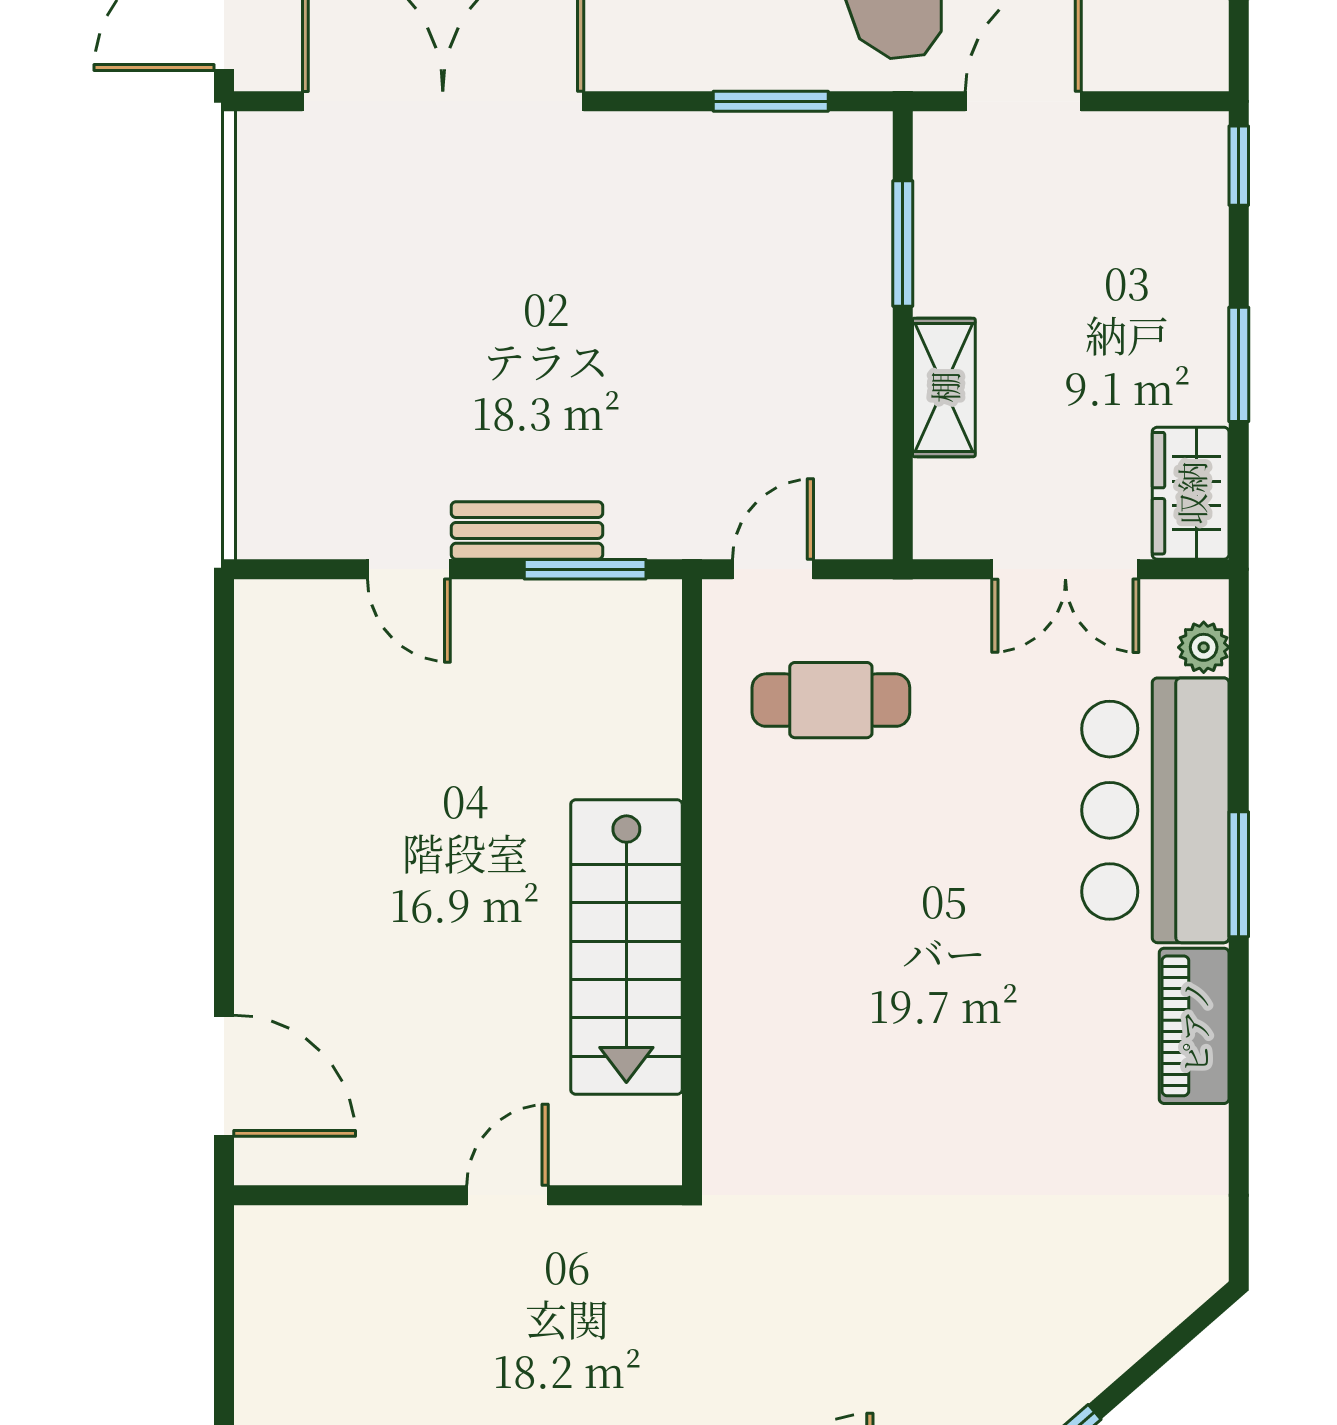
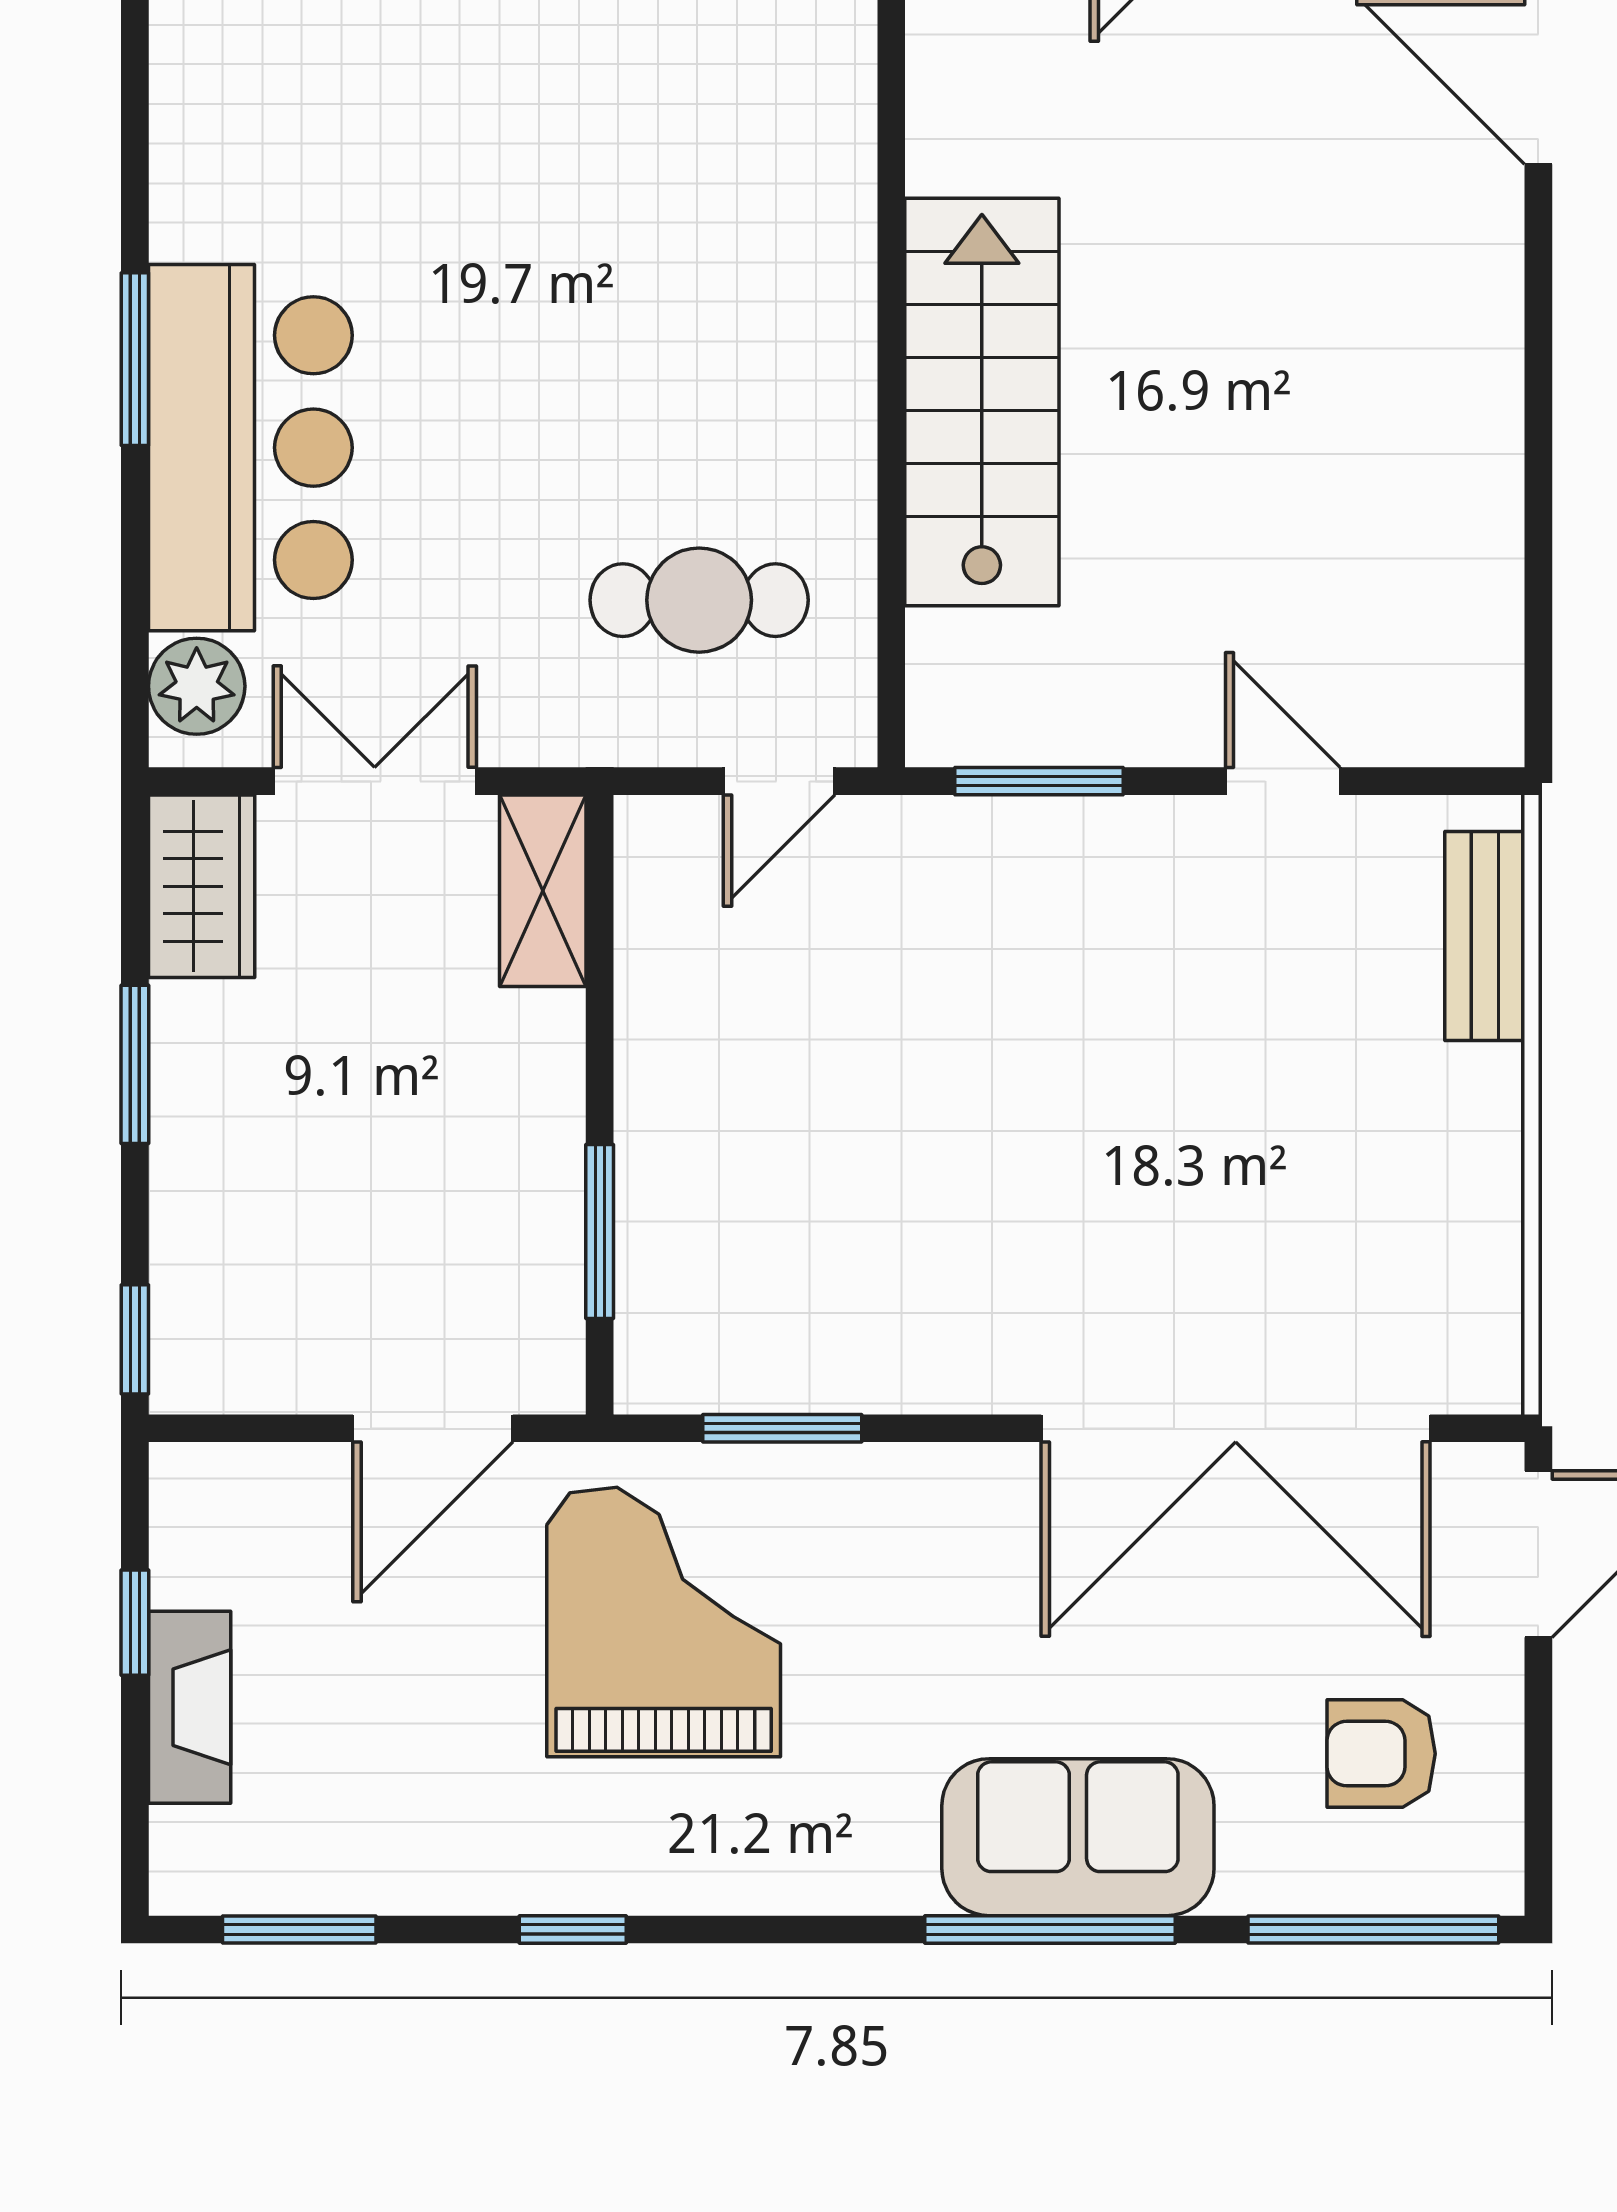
shelving: (944, 387) -> (543, 891), moved
bench: (527, 530) -> (1485, 936), moved, turned 90
plant: (1204, 647) -> (197, 686), width x1.38, depth x1.38
stairs: (626, 947) -> (982, 402), moved
piano: (1194, 1026) -> (197, 150), removed

